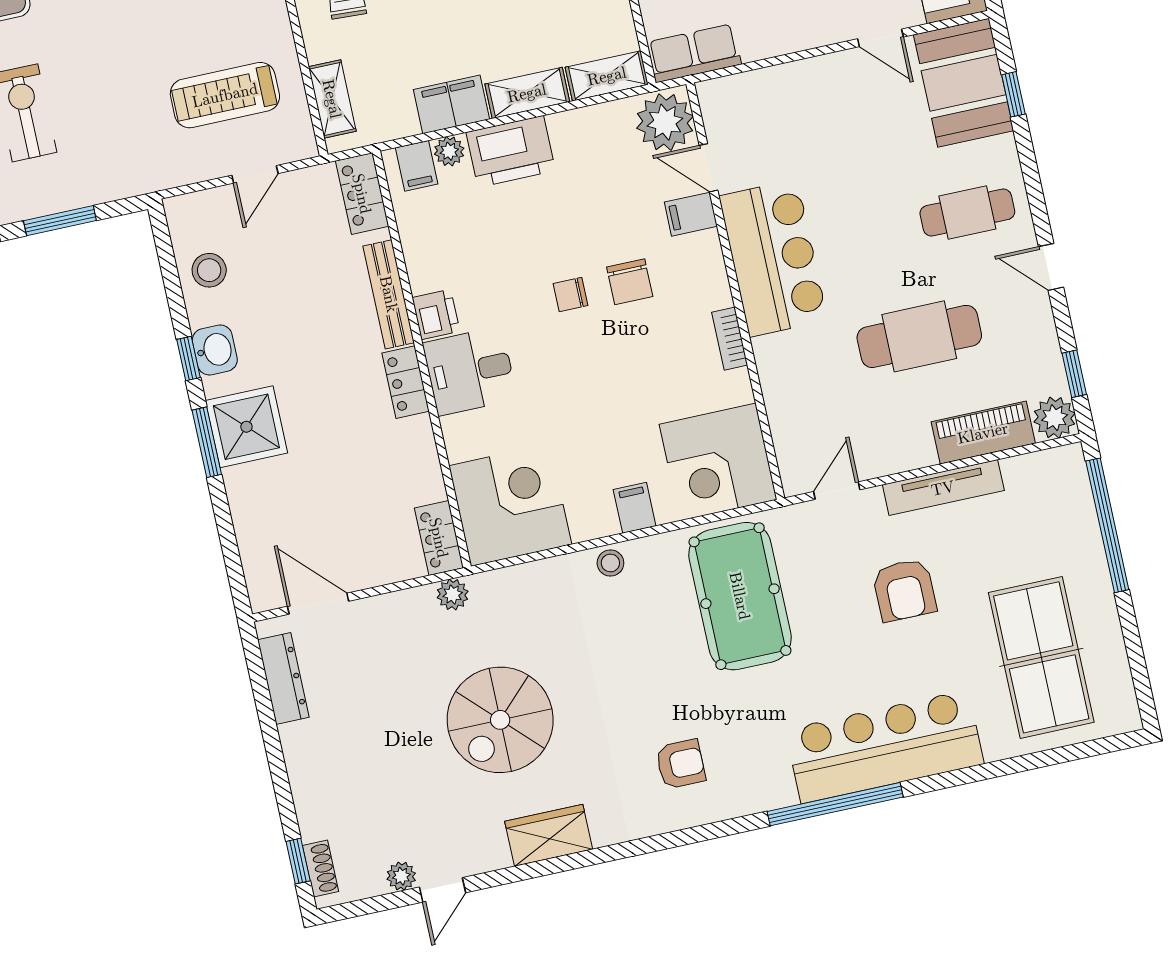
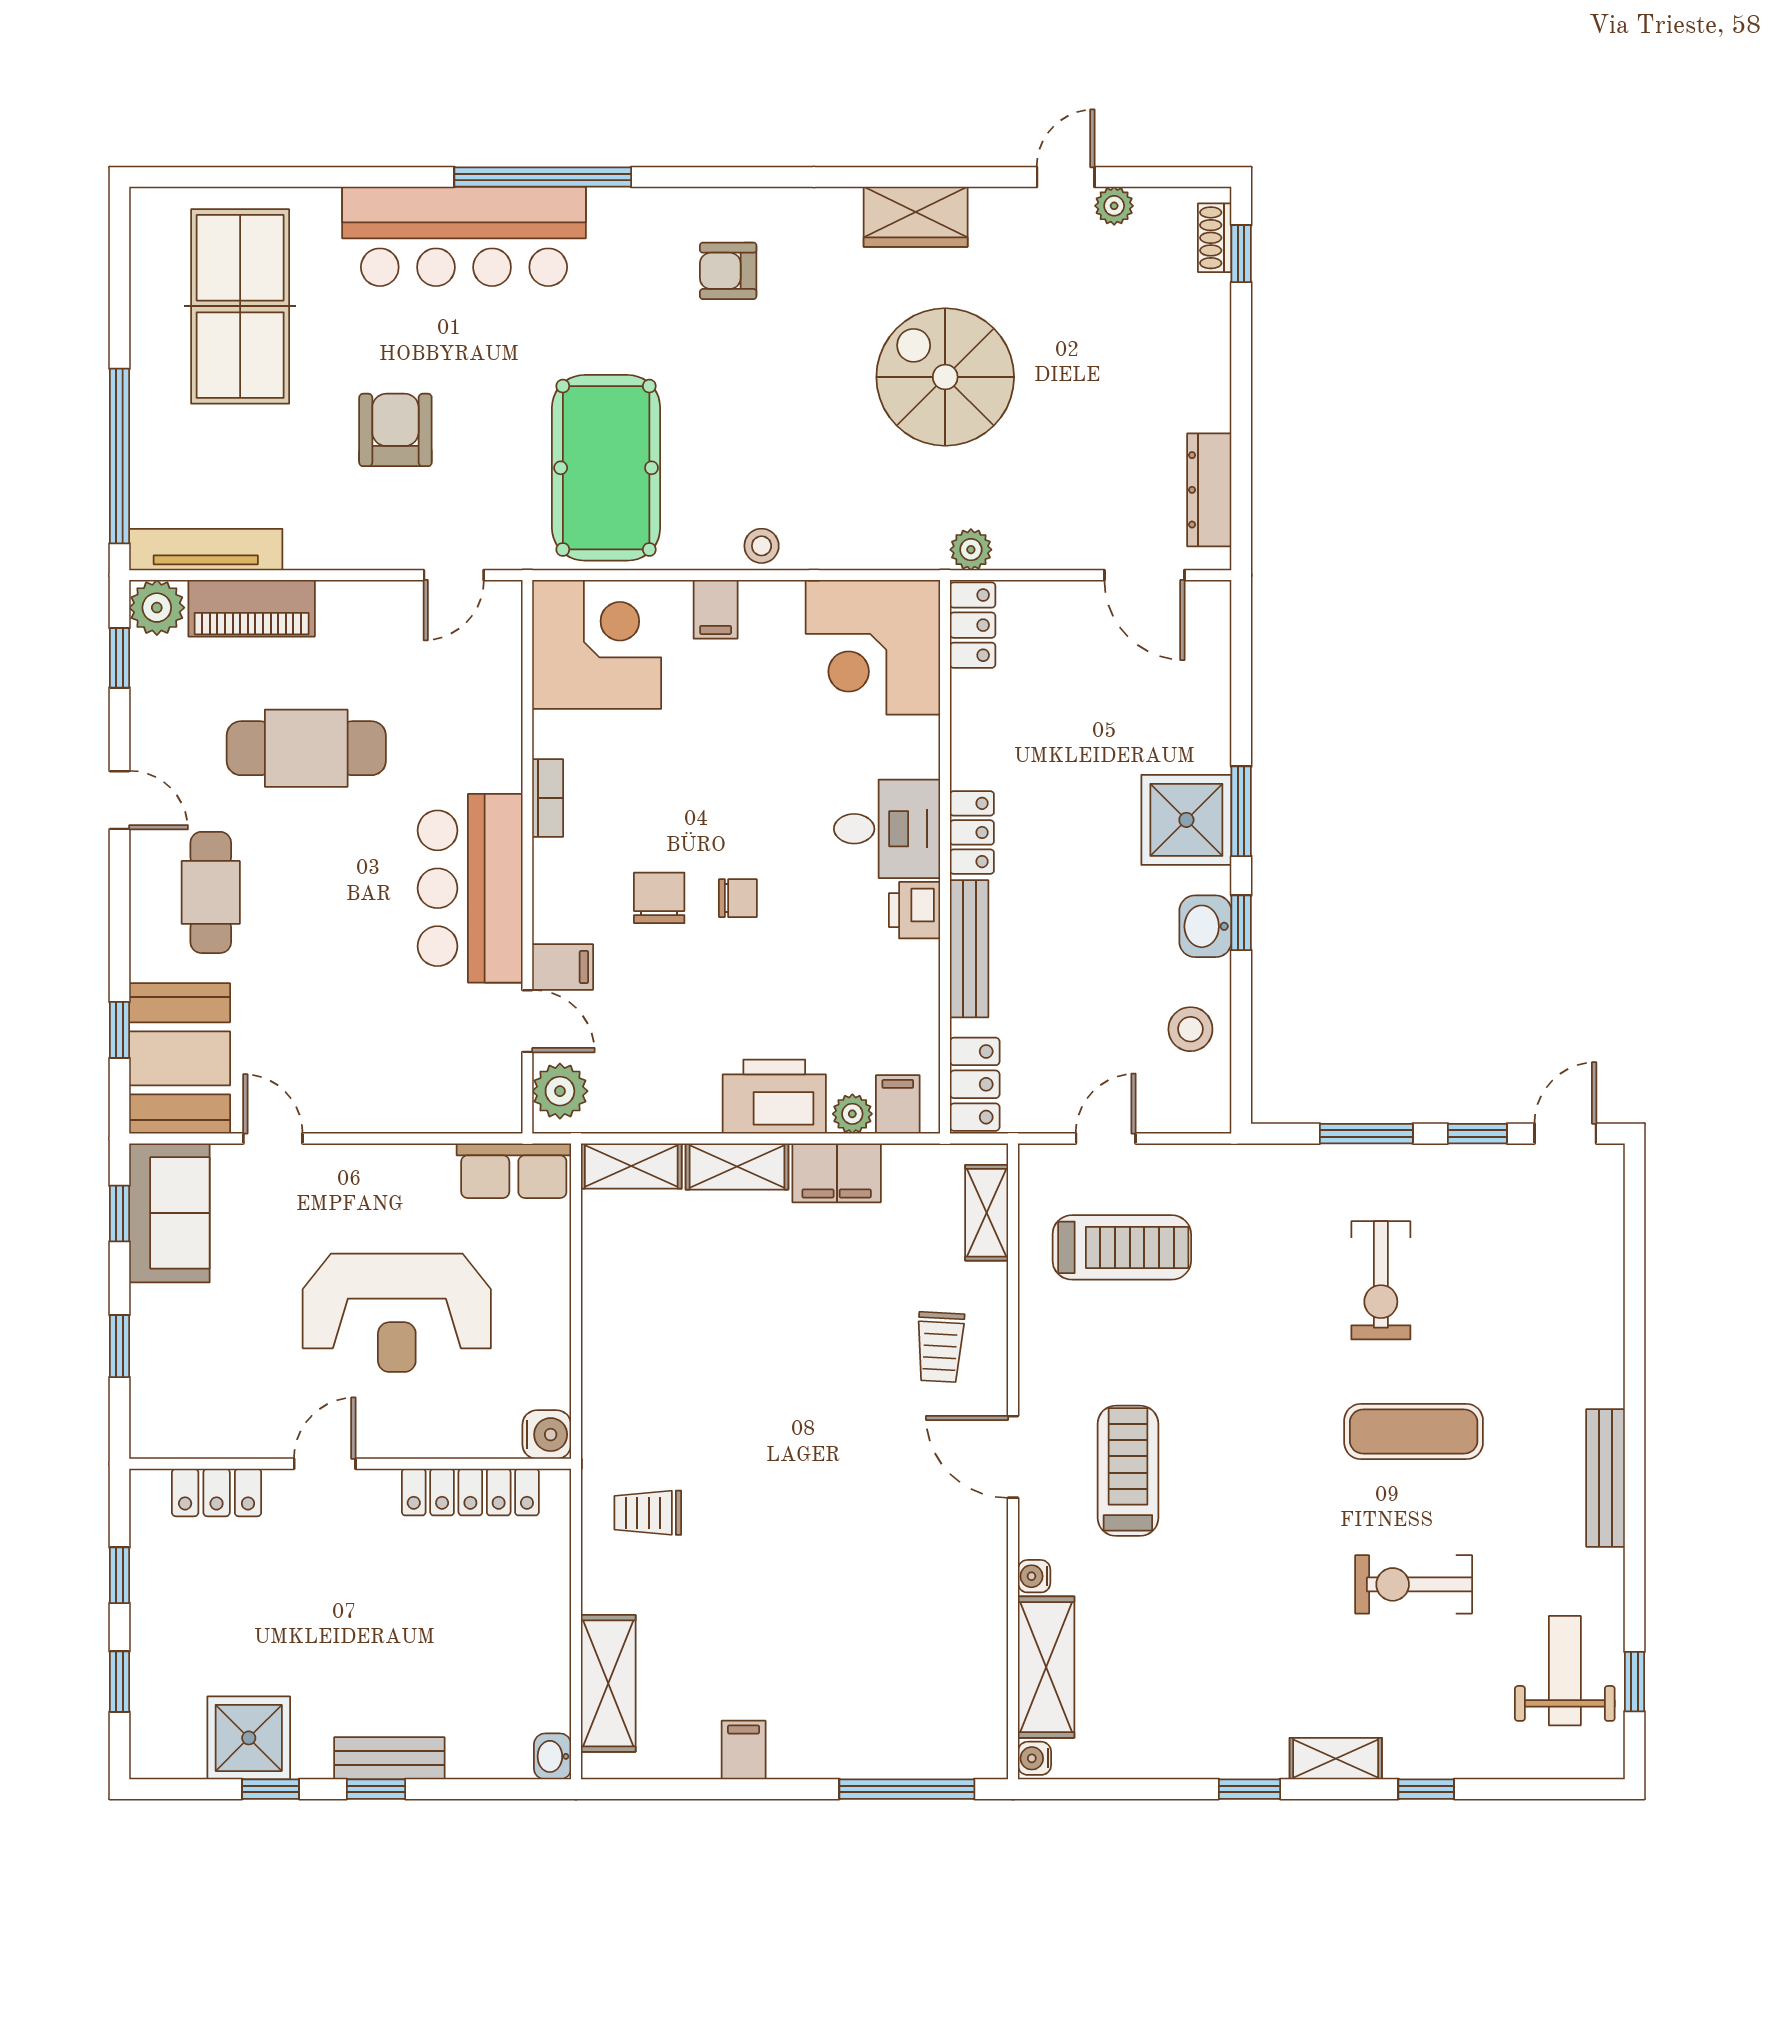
plant: (665, 122) -> (560, 1091), width x0.73, depth x0.73
cafe table: (967, 213) -> (211, 892), turned 90
tv unit: (943, 488) -> (206, 550), moved
spiral stairs: (500, 720) -> (945, 377), turned -90

